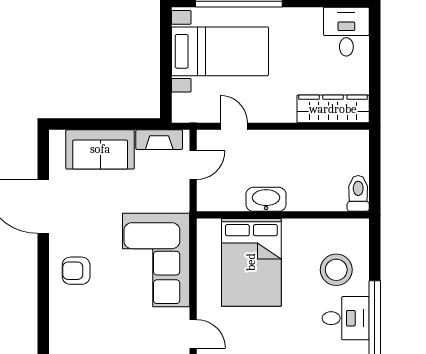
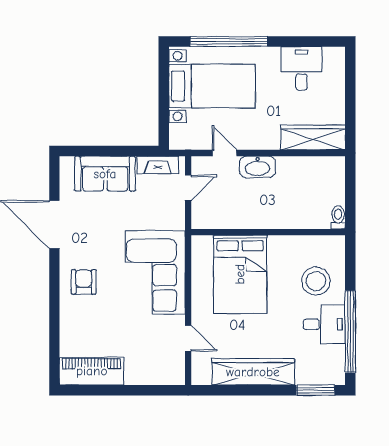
desk: (346, 32) -> (301, 69), moved
toilet: (358, 193) -> (338, 217), width x0.73, depth x0.72
washbasin: (266, 199) -> (257, 167), moved, turned 180
armchair: (76, 271) -> (84, 282), turned 90

